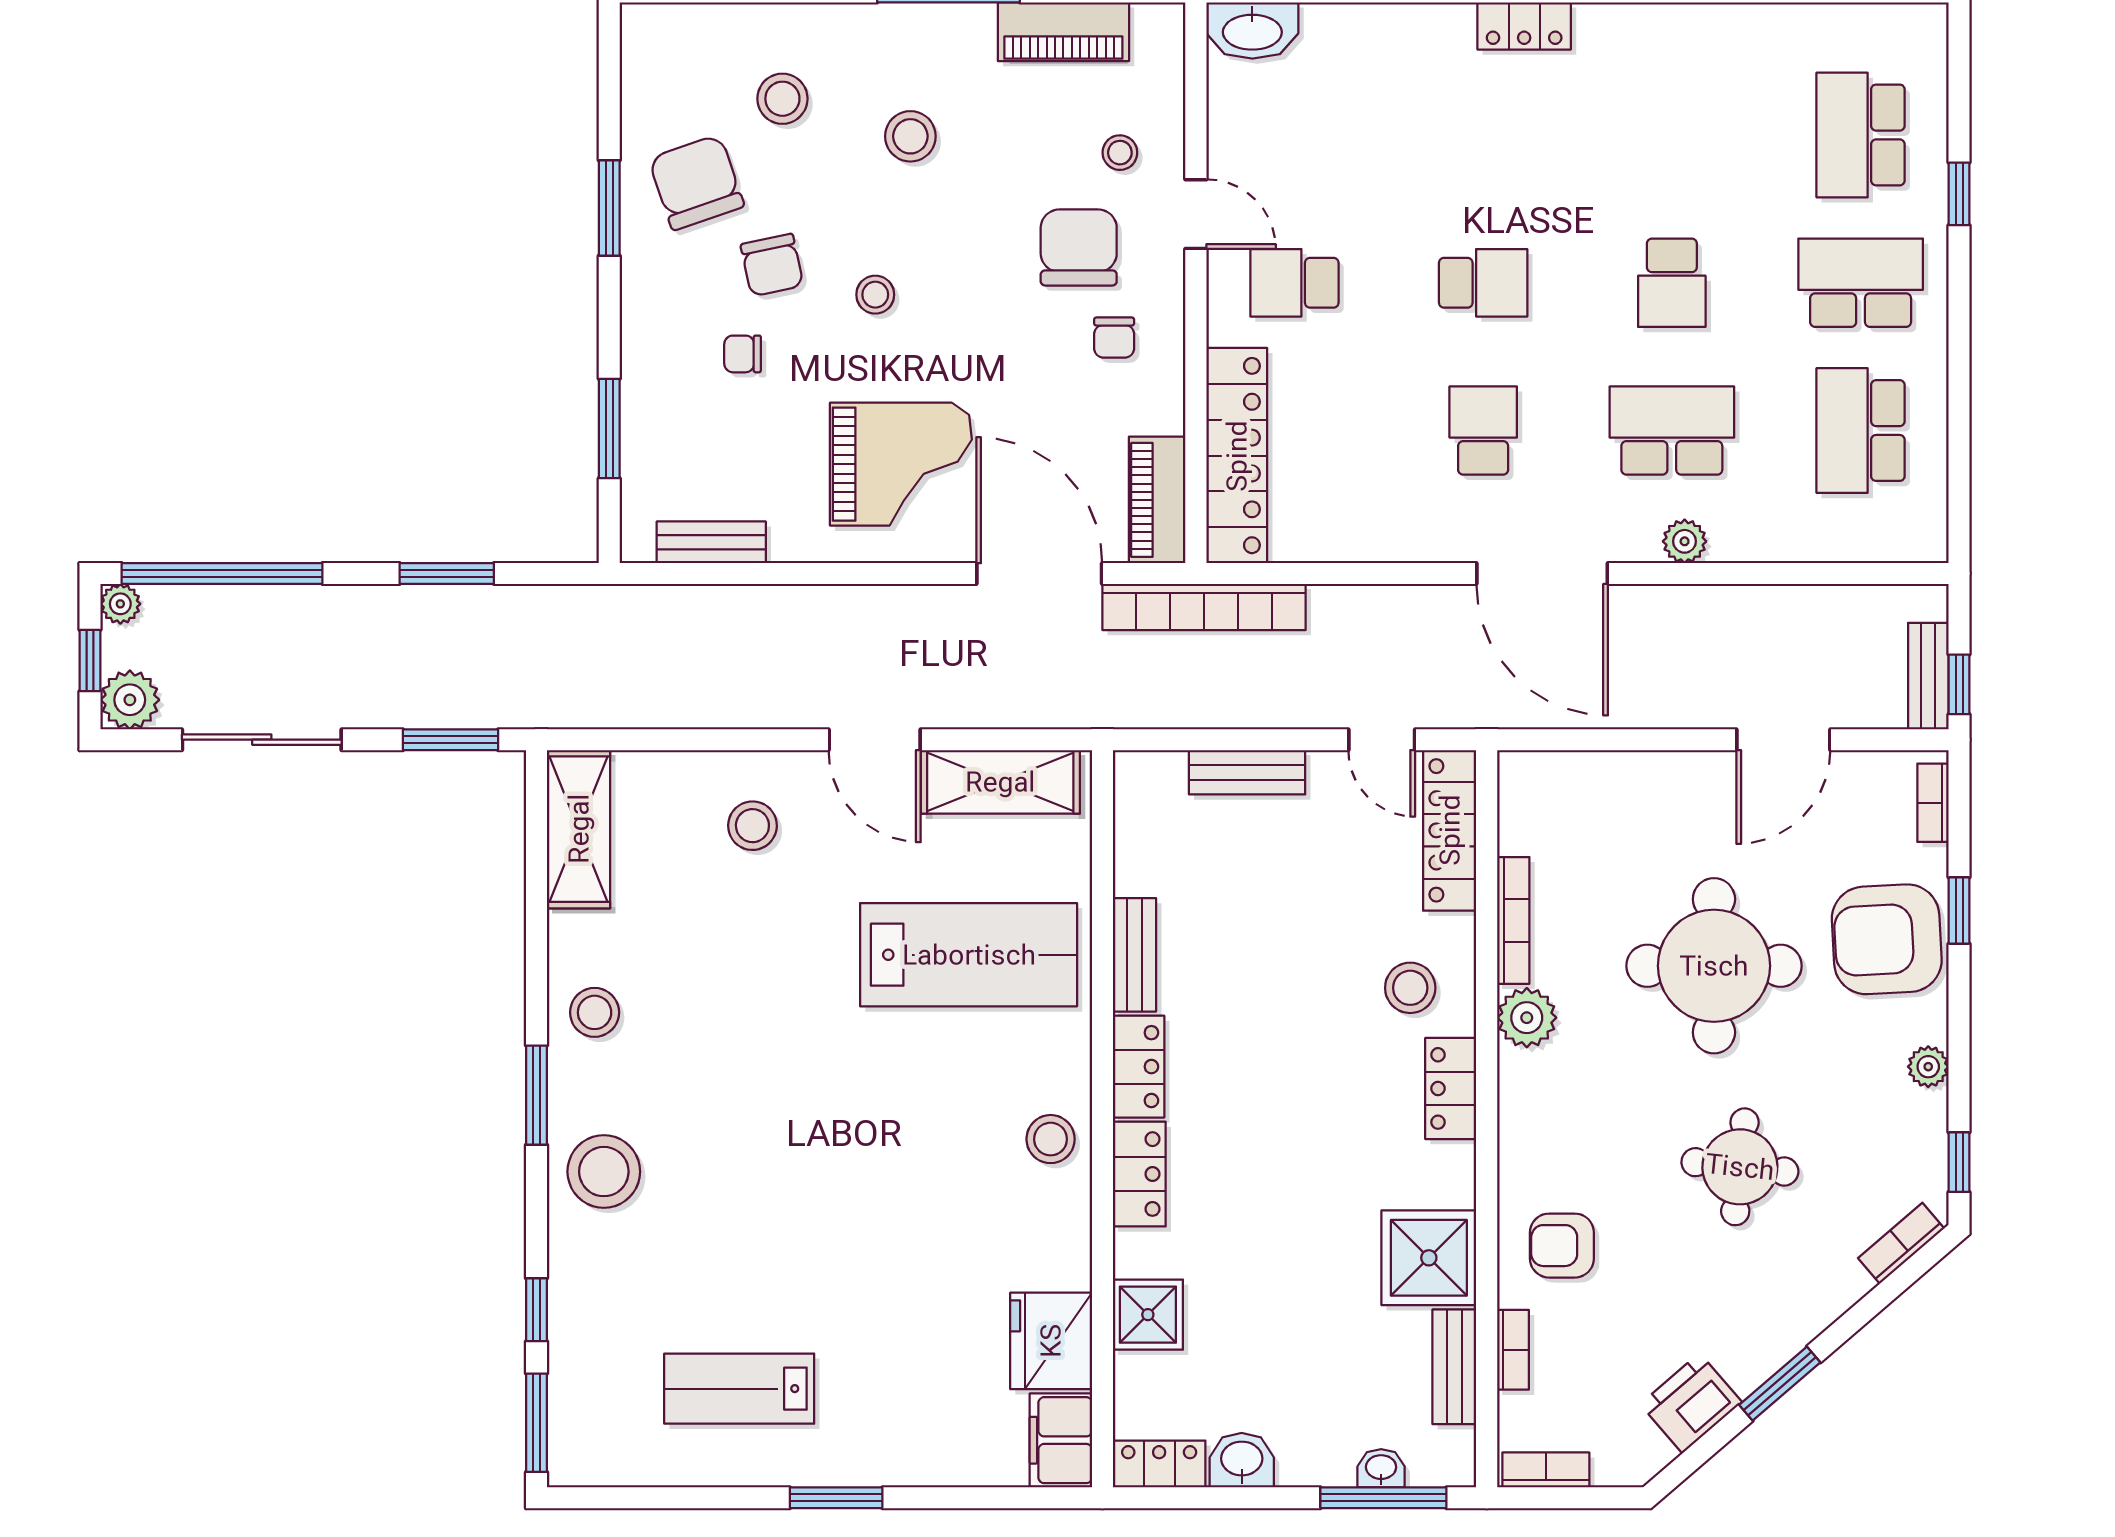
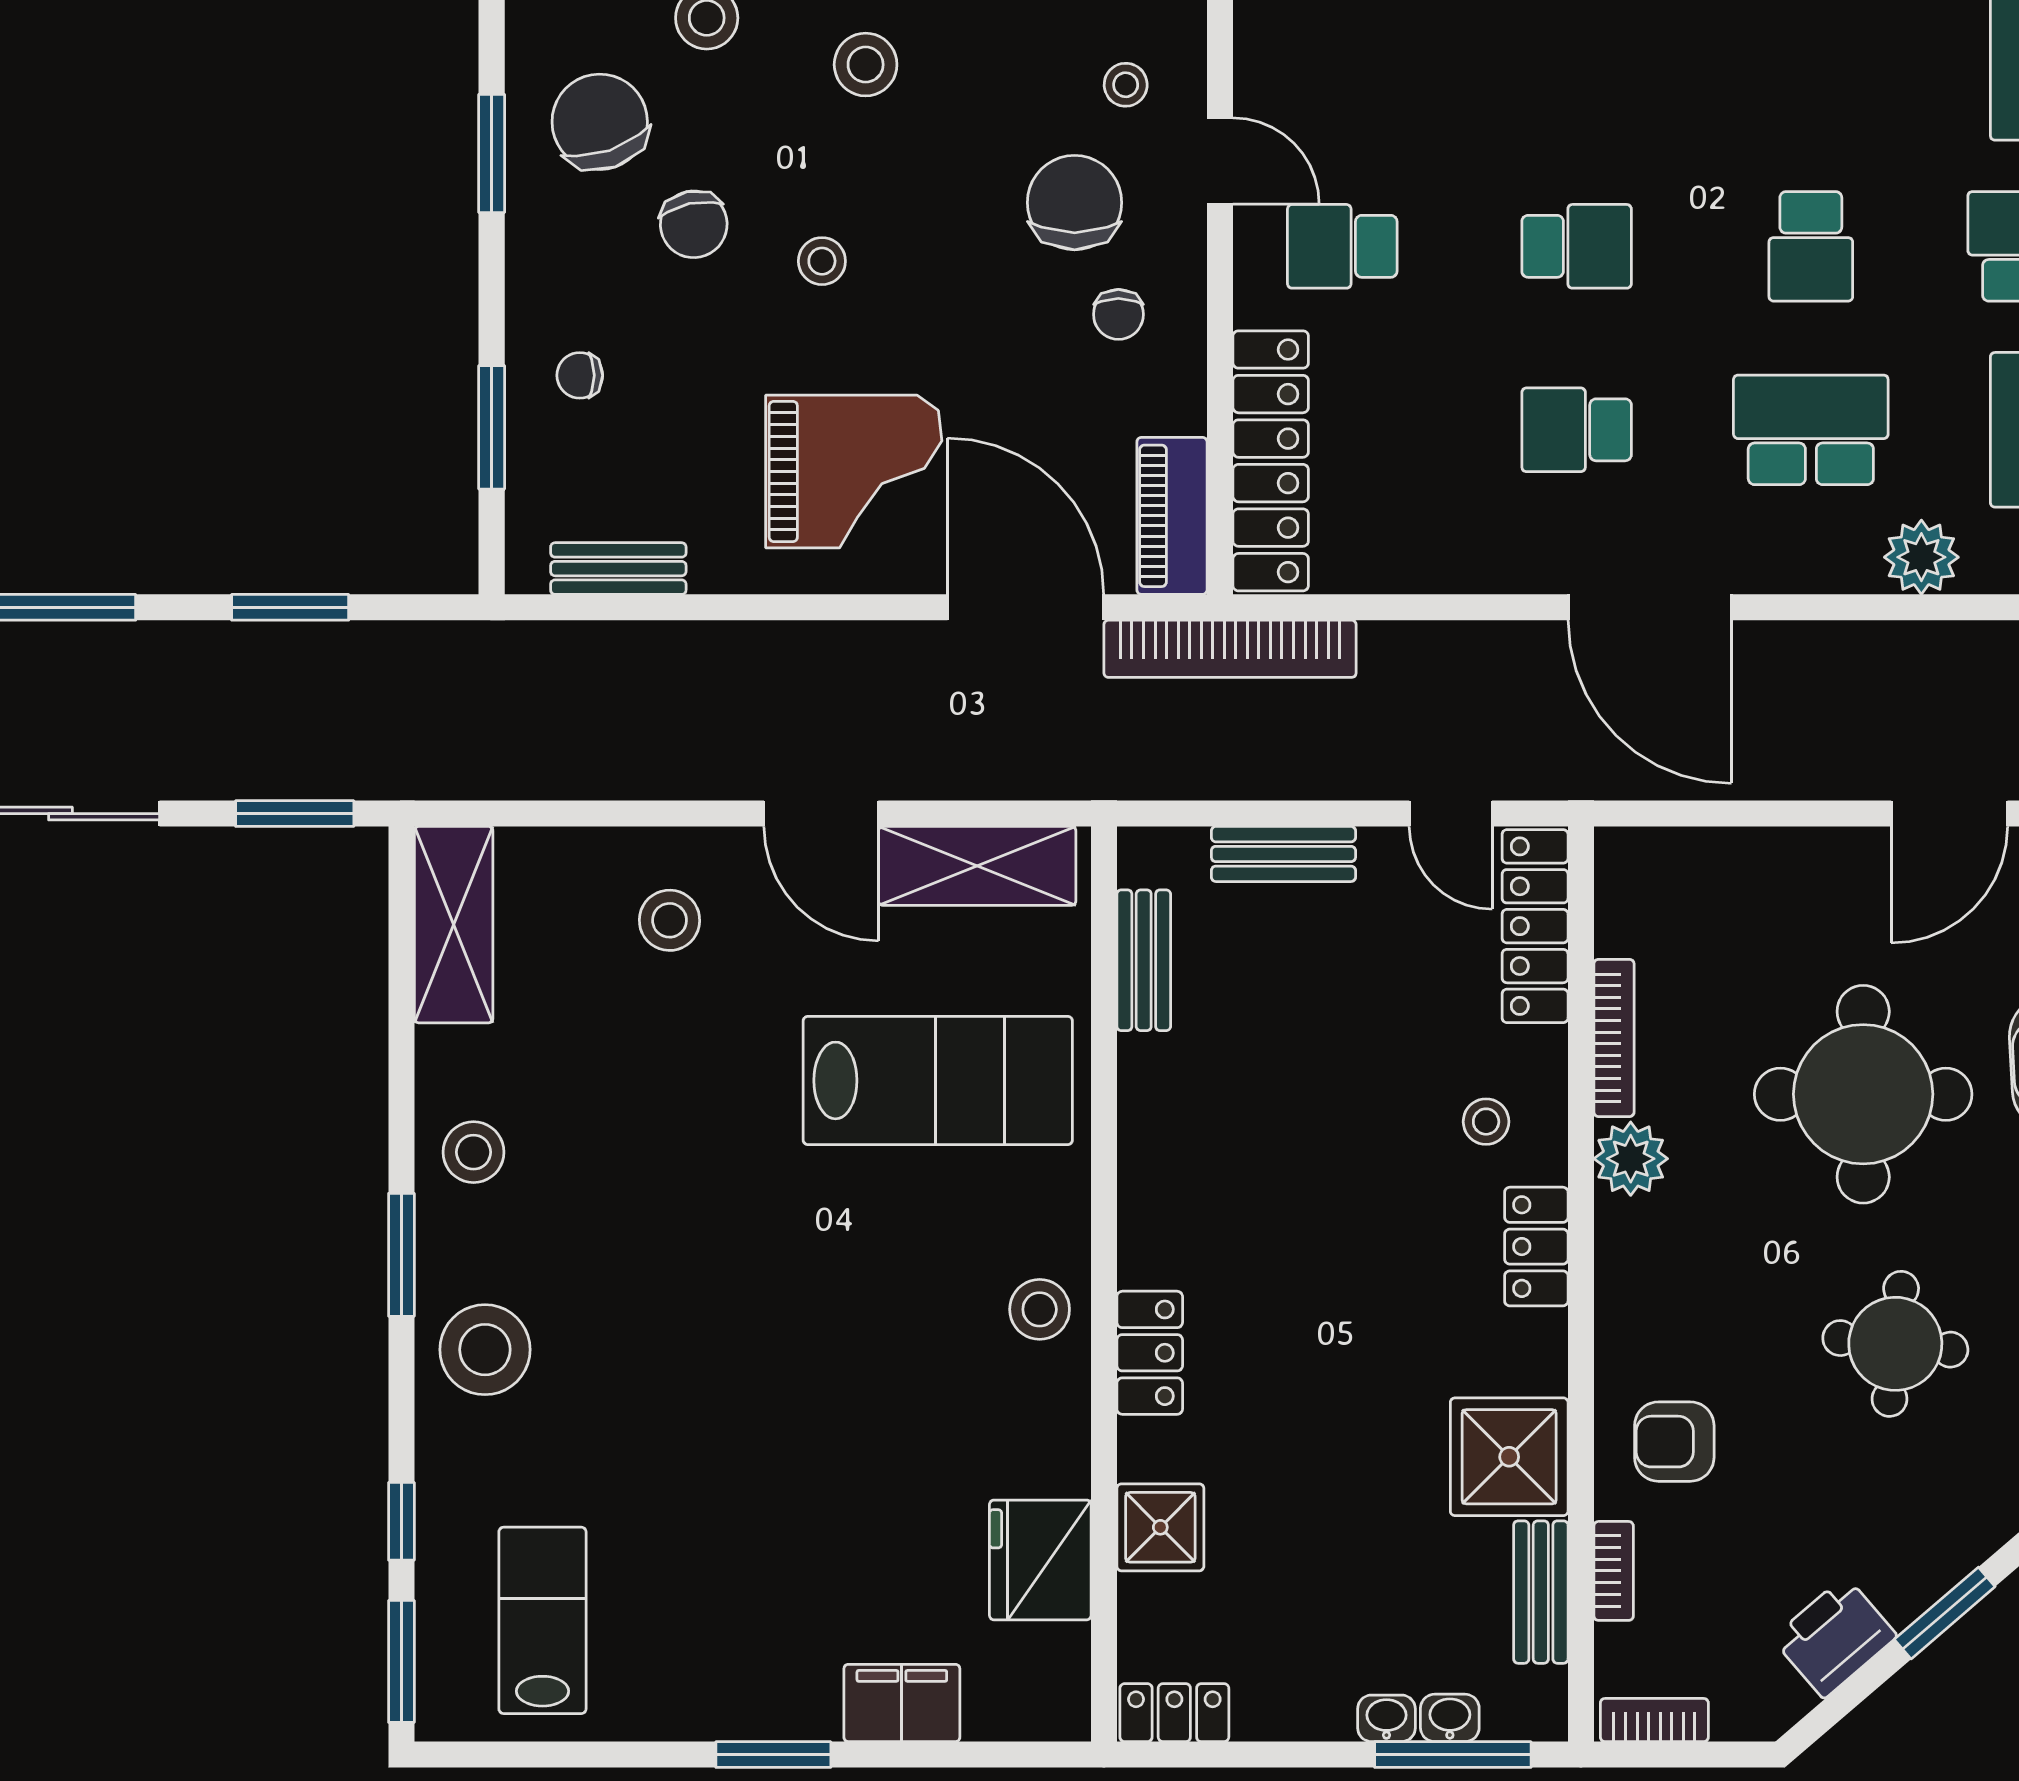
chair: (743, 354) -> (580, 375), moved
school desk: (1483, 431) -> (1577, 430), turned -90
plant: (1685, 541) -> (1921, 557), moved, width x1.38, depth x1.38
bench: (1134, 955) -> (1144, 960), moved
stool: (1410, 988) -> (1486, 1122), width x0.73, depth x0.73
locker: (1139, 1067) -> (1149, 1219), removed
lab bench: (739, 1389) -> (542, 1620), moved, turned 90
filing cabinet: (1061, 1440) -> (902, 1703), moved, turned 90
washbasin: (1242, 1460) -> (1386, 1718), moved, width x0.72, depth x0.69

